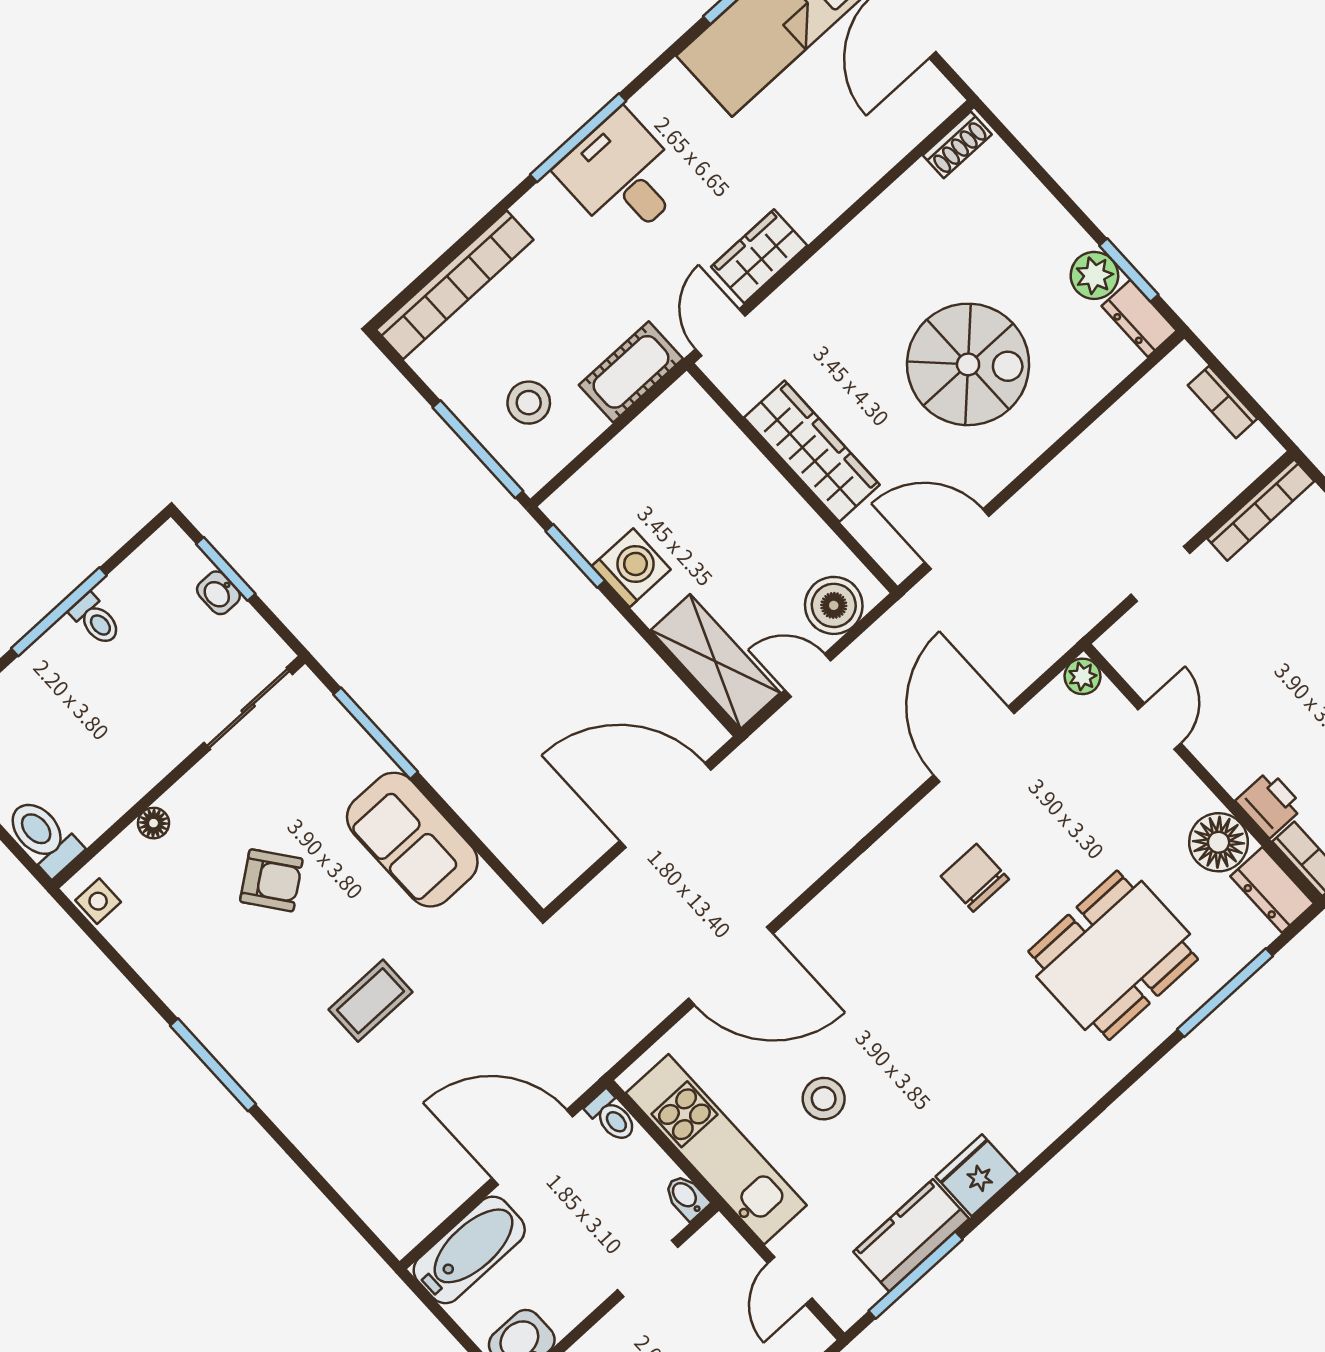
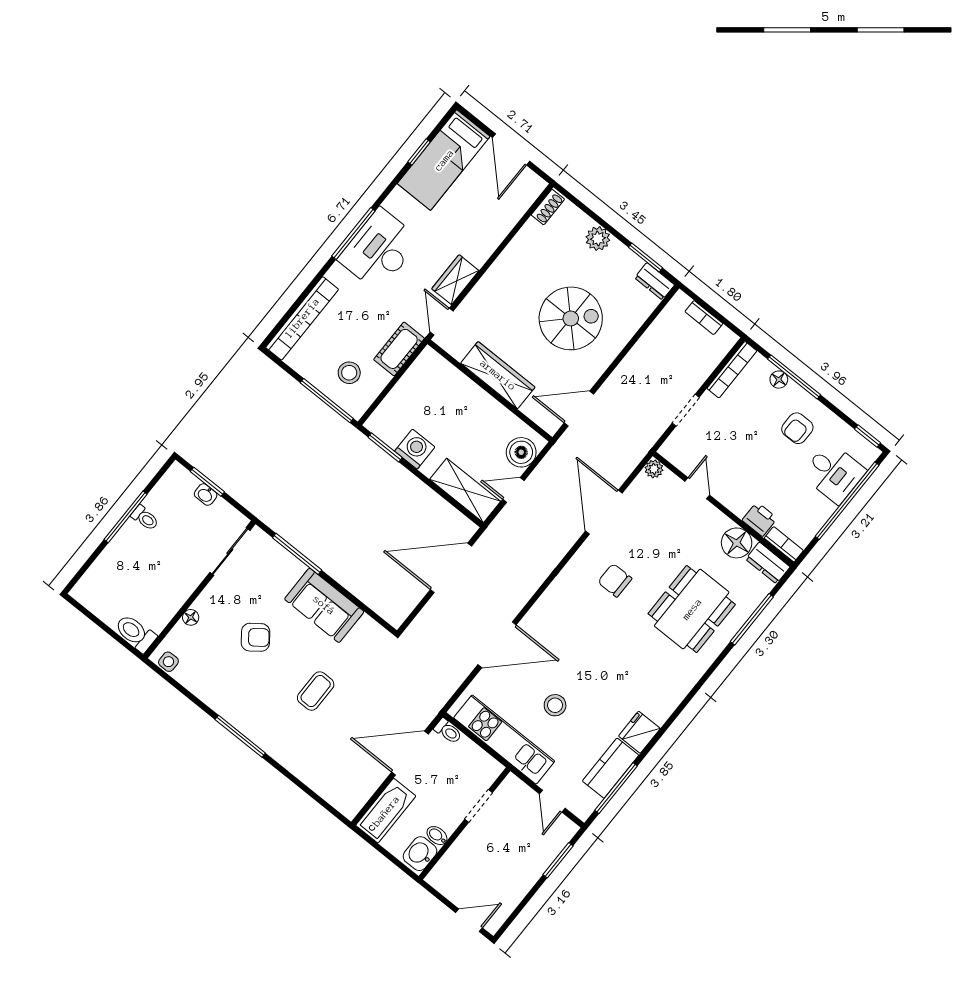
desk: (622, 176) -> (379, 250), width x1.37
plant: (1094, 275) -> (598, 239), moved
bidet: (686, 1197) -> (437, 836), moved

